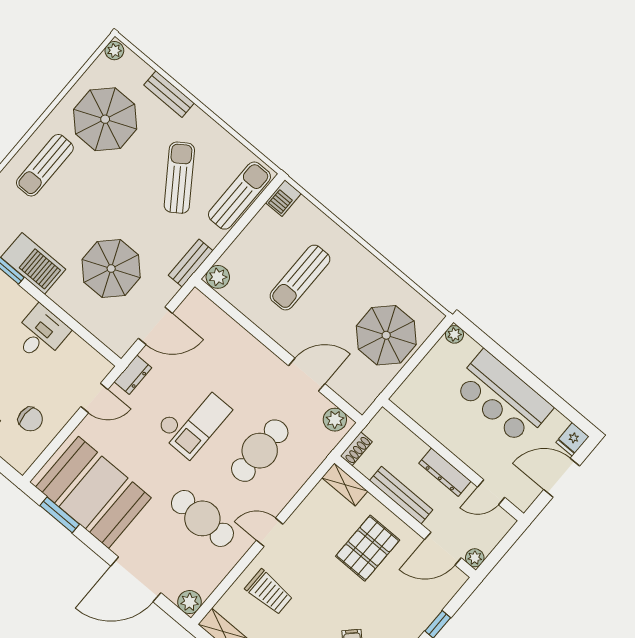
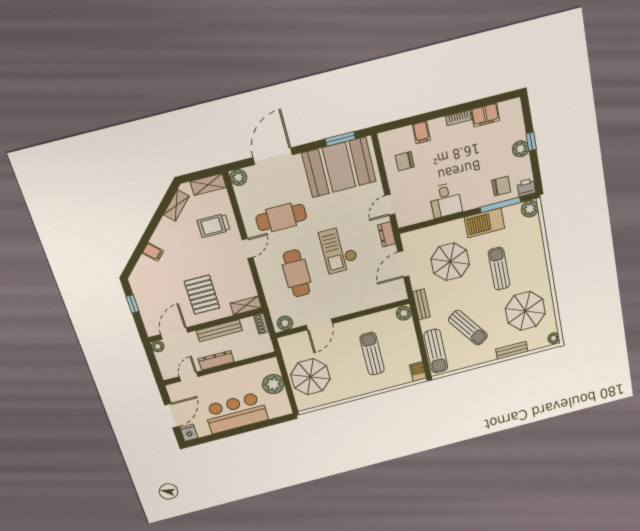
sun lounger: (45, 165) -> (499, 269), moved
plant: (454, 334) -> (273, 384), moved, width x1.87, depth x1.87

